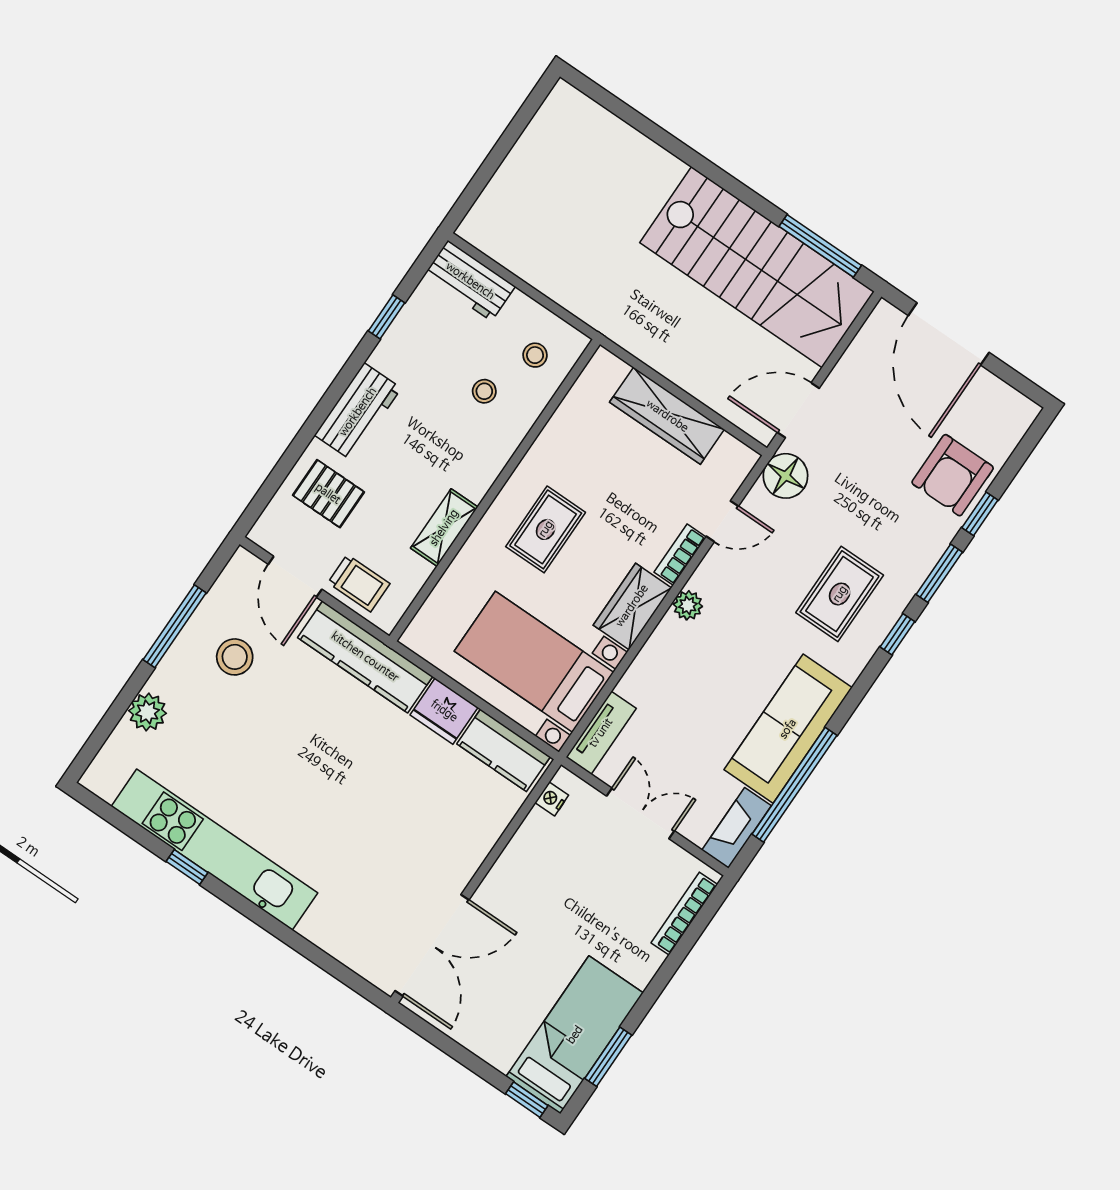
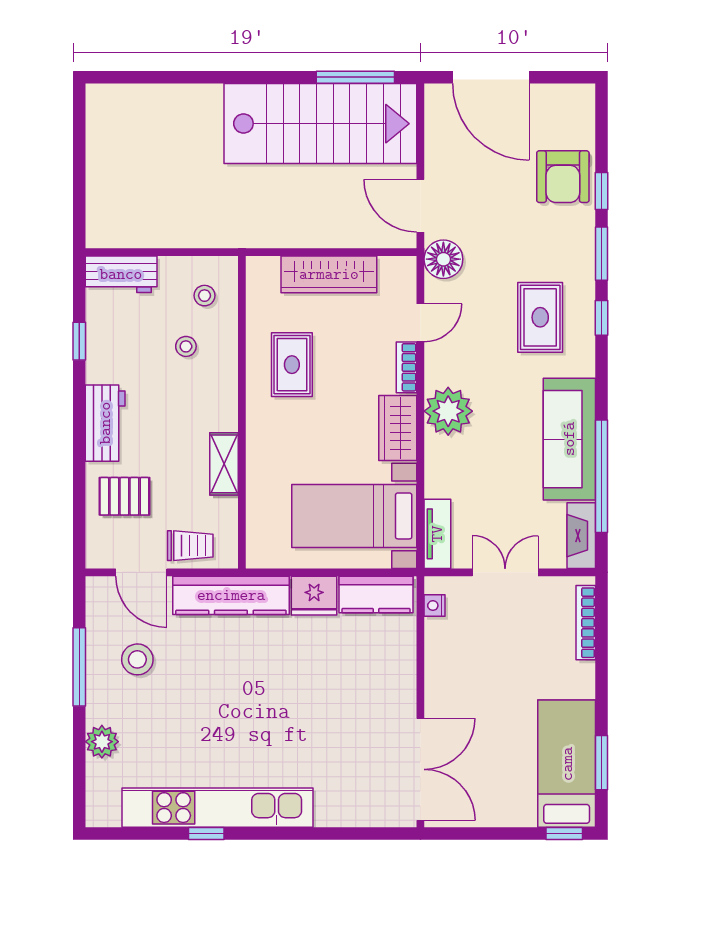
door: (798, 410) -> (420, 206), hinge flipped
rug: (546, 529) -> (292, 365), moved
plant: (688, 605) -> (448, 411), width x1.87, depth x1.87

